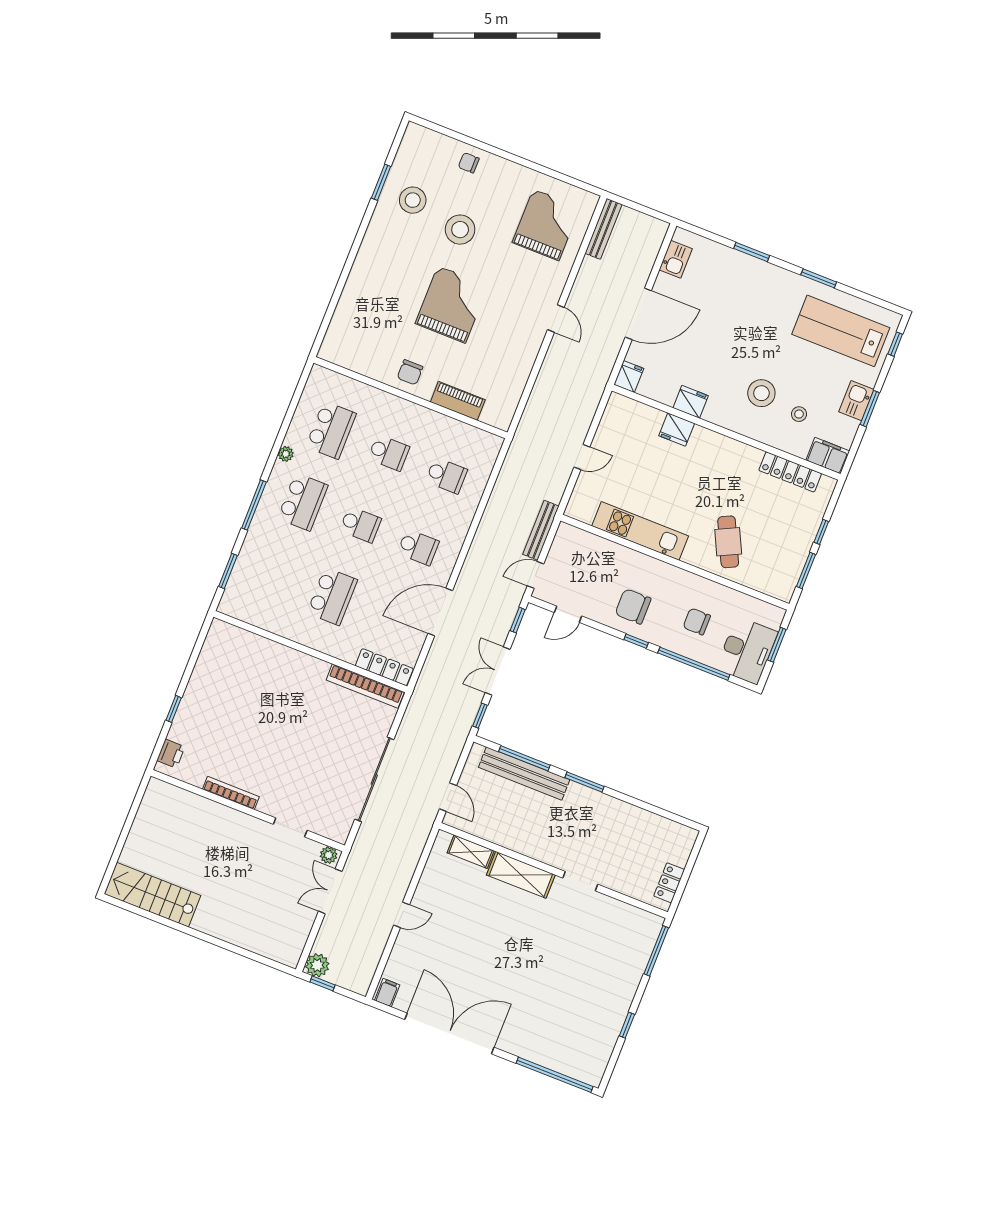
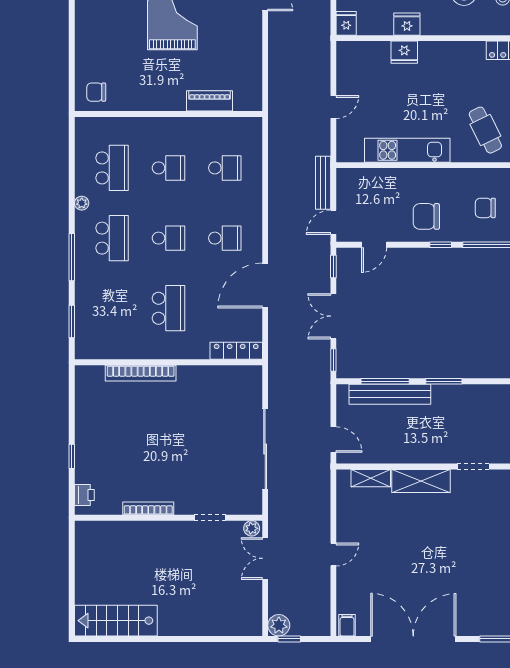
chair: (410, 372) -> (96, 92), moved, turned 90
bookcase: (365, 686) -> (141, 373), moved

